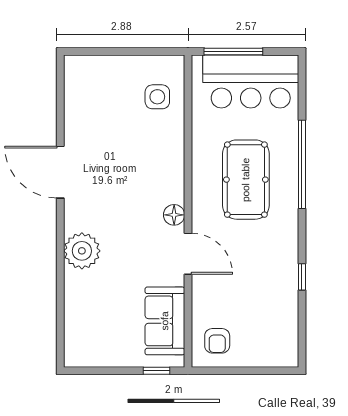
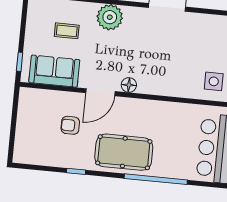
pool table: (246, 180) -> (124, 152), moved
coffee table: (107, 309) -> (67, 31), added
armchair: (217, 341) -> (70, 125), moved

